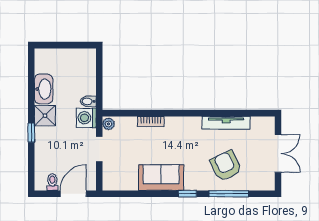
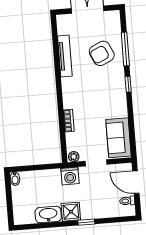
bidet: (88, 101) -> (15, 179), moved
sofa: (161, 178) -> (118, 138), moved

